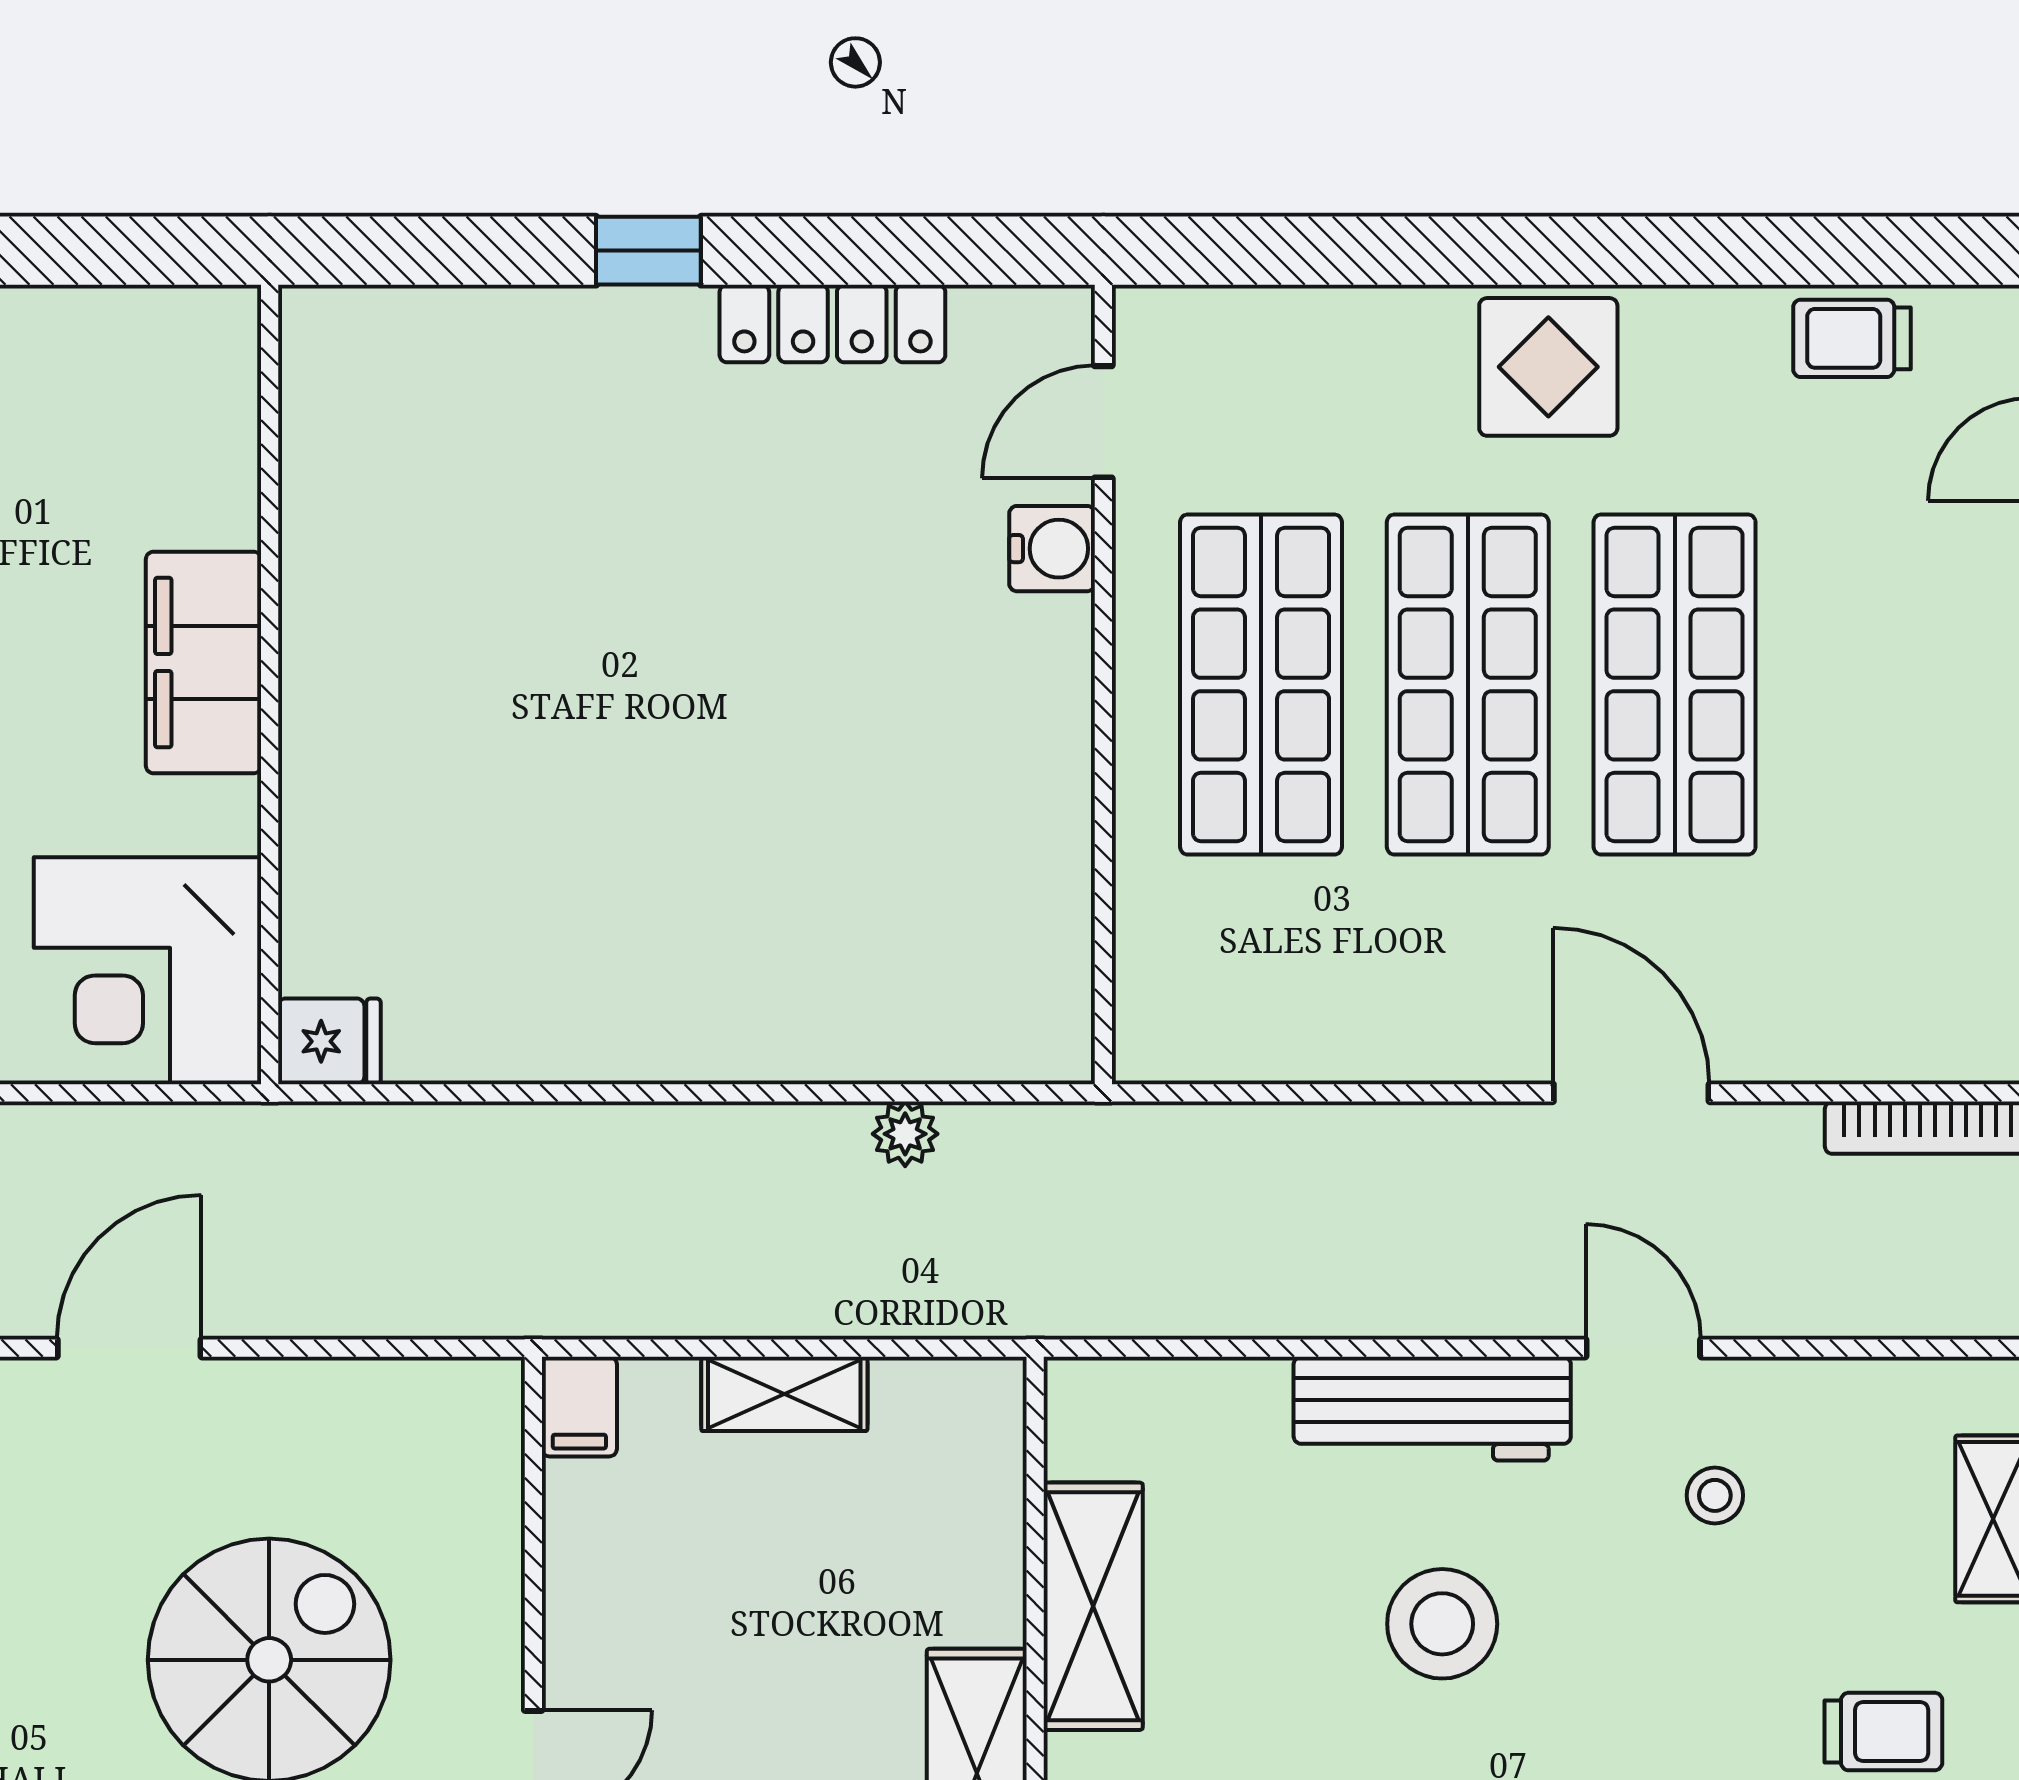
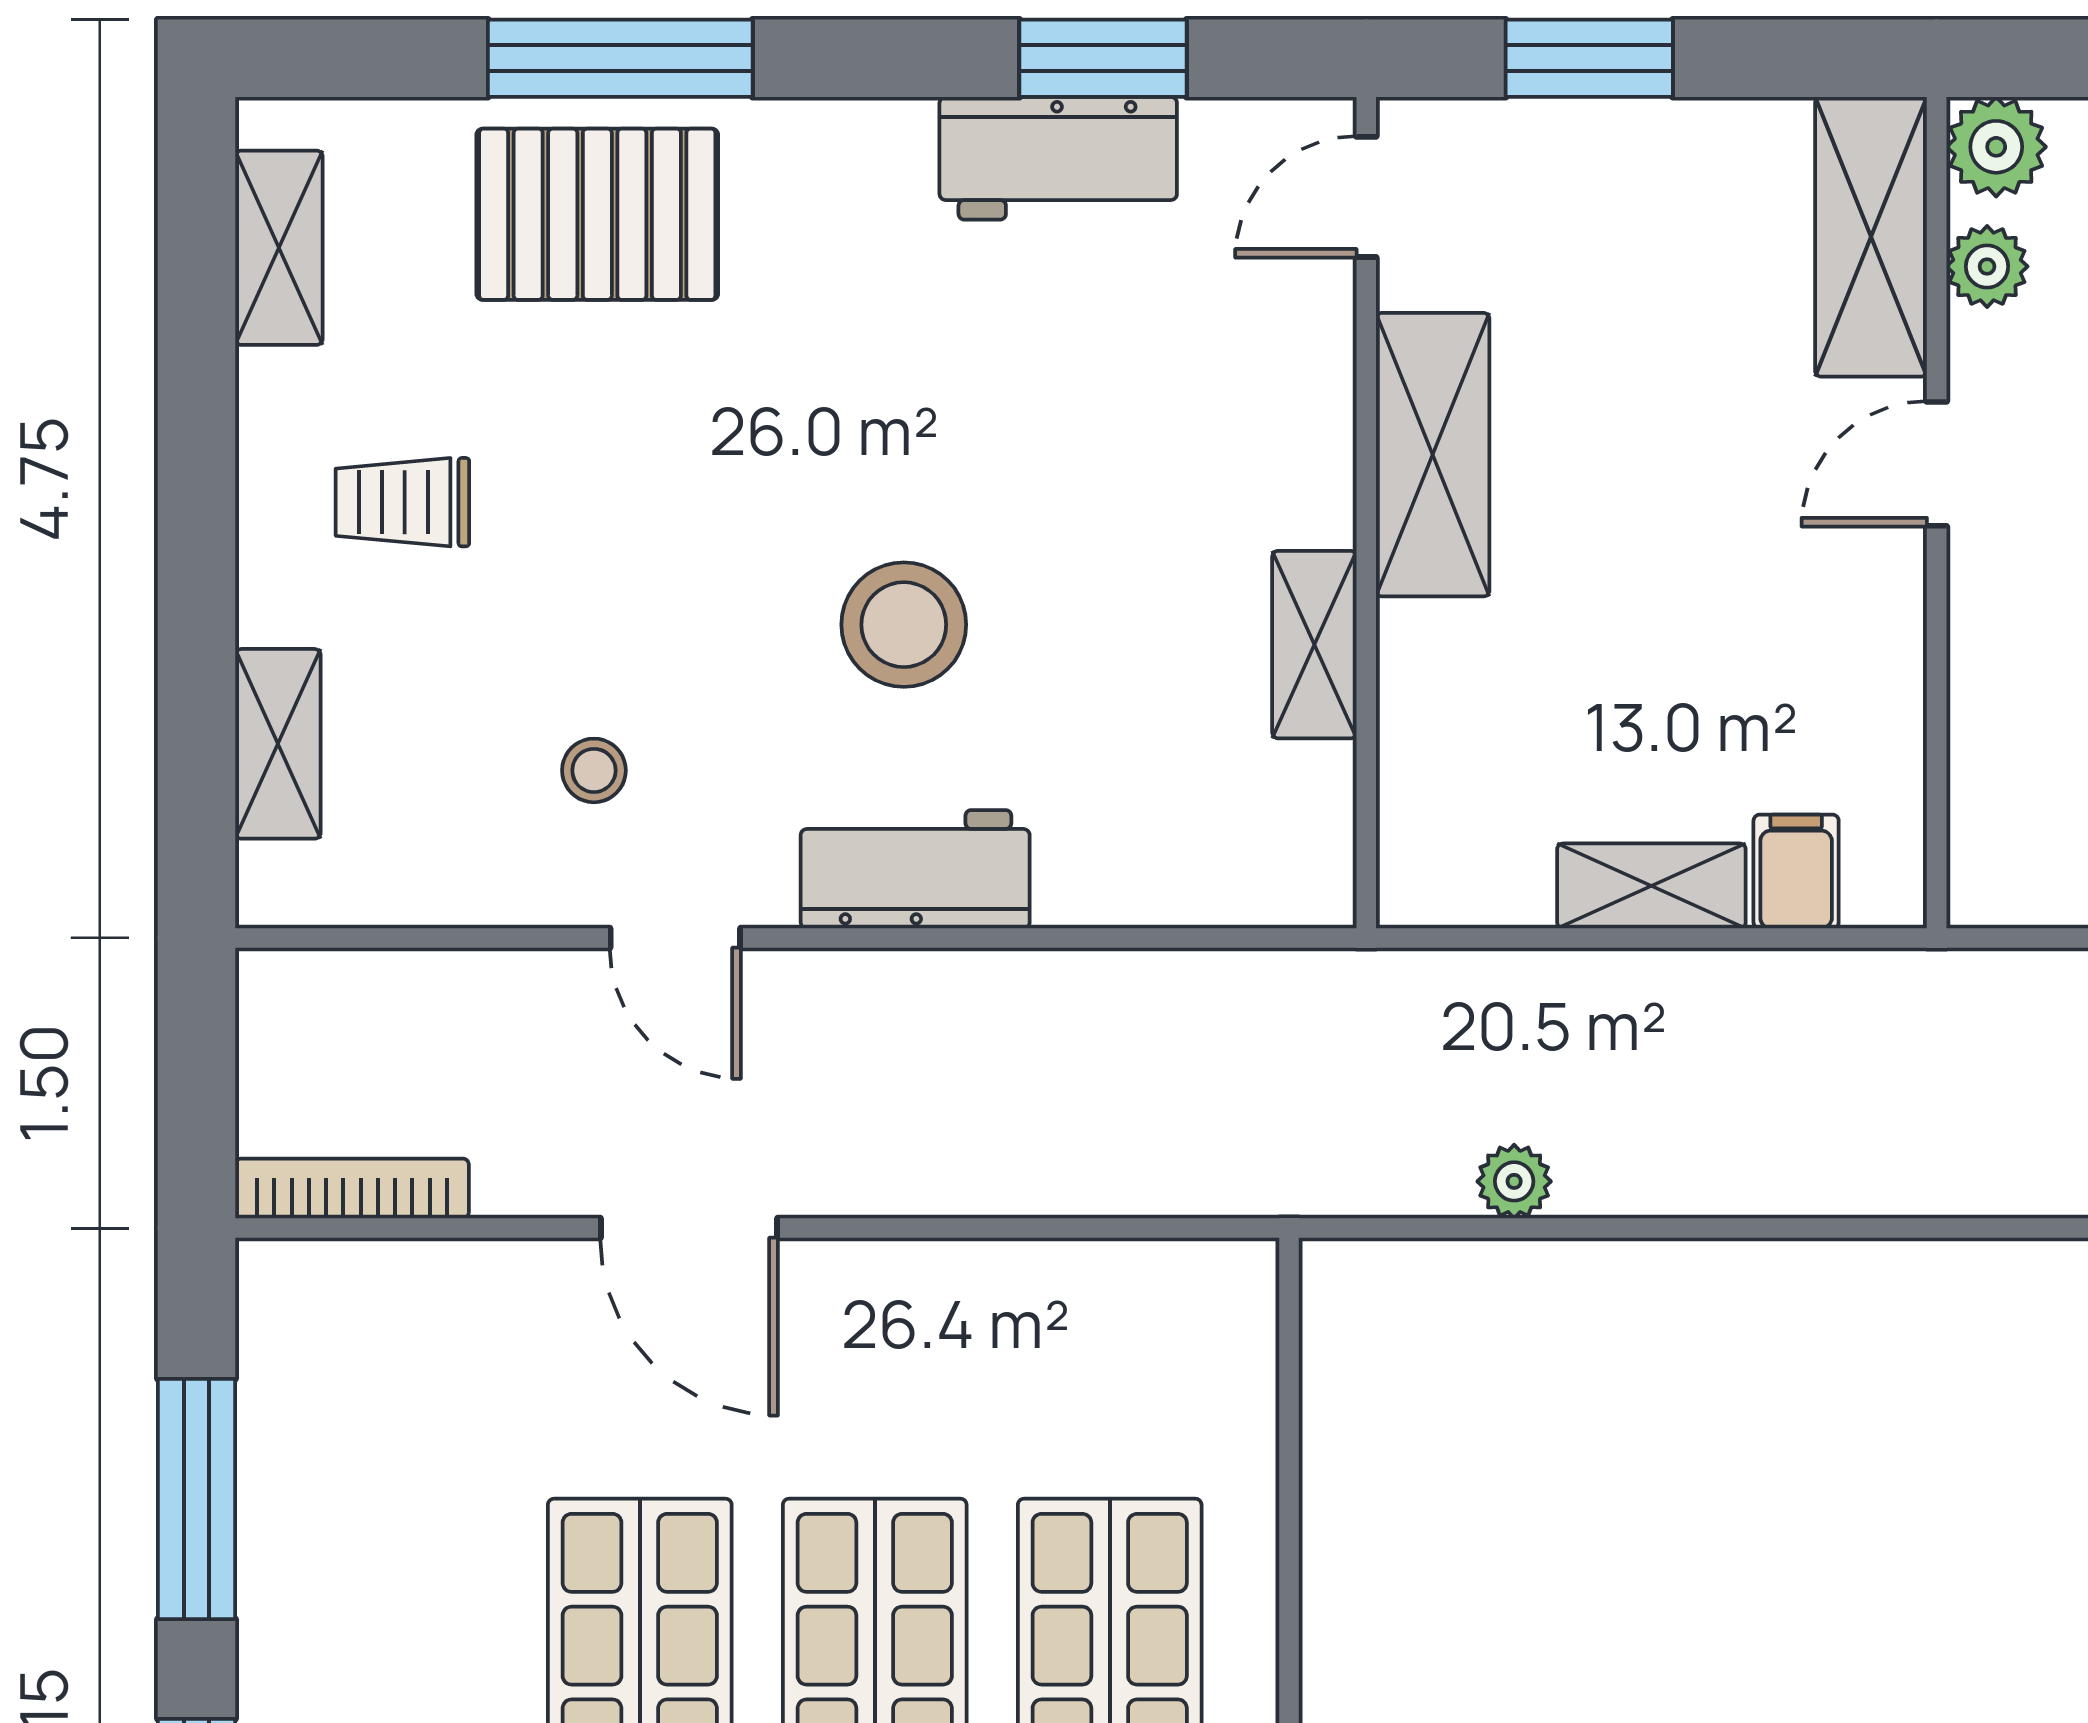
filing cabinet: (579, 1407) -> (1796, 871), moved
workbench: (1432, 1409) -> (915, 869), width x0.73
shelving: (1093, 1606) -> (1314, 645), width x0.67, depth x0.75

